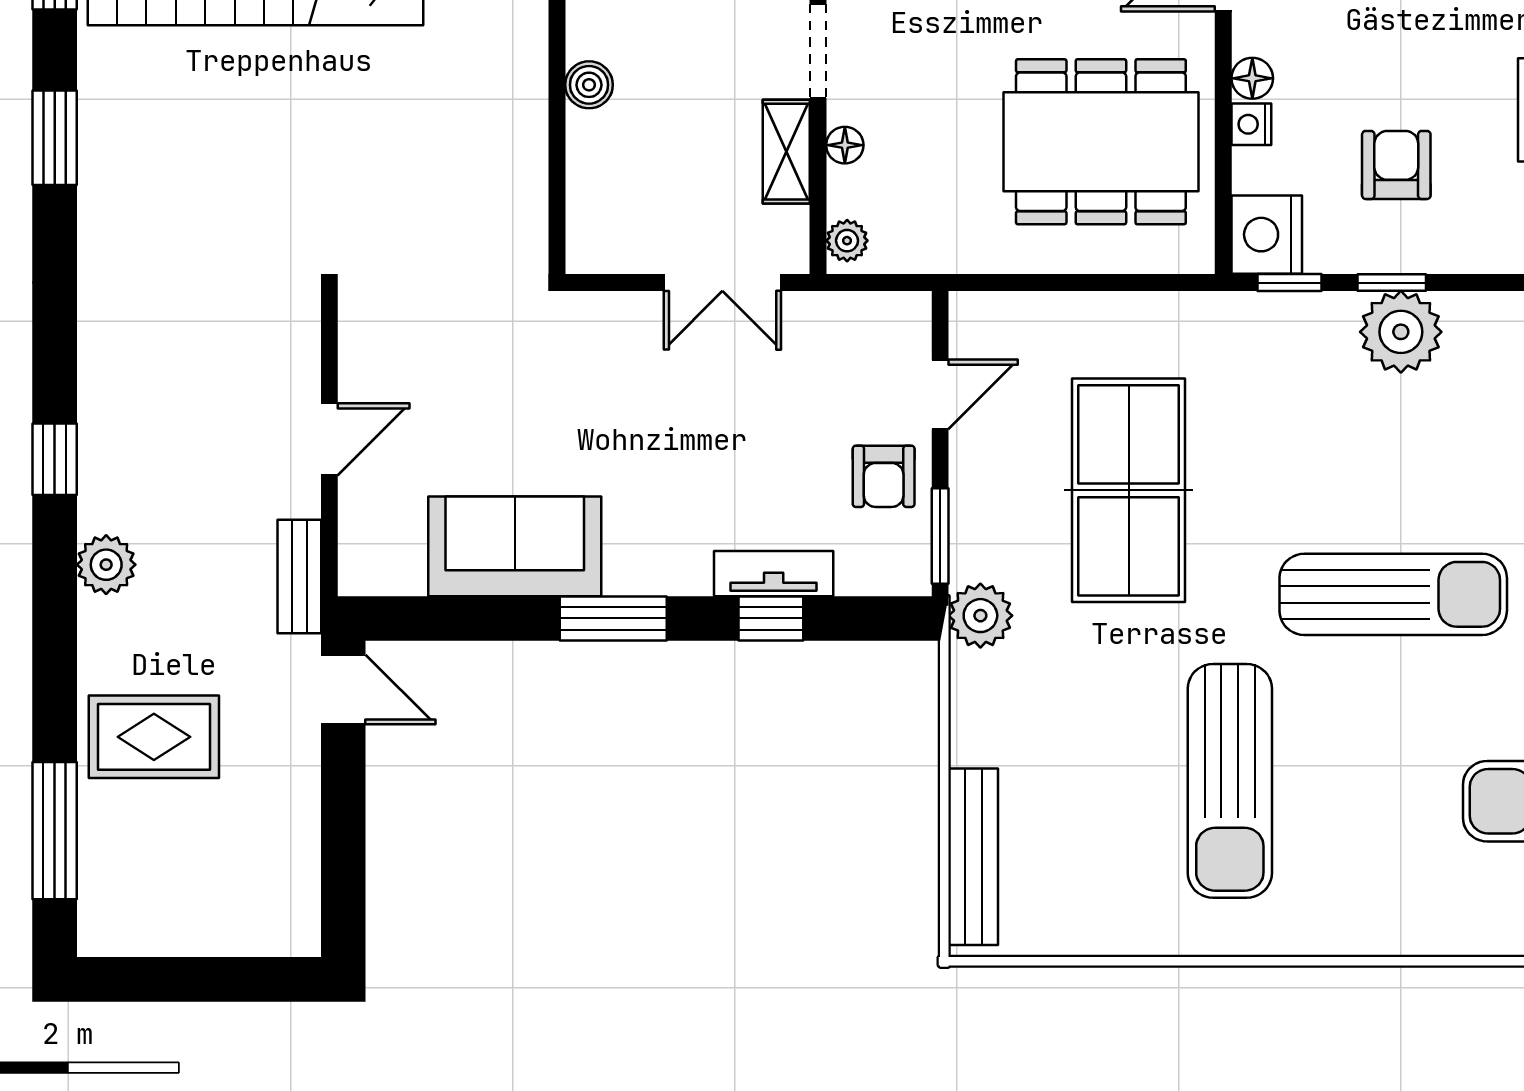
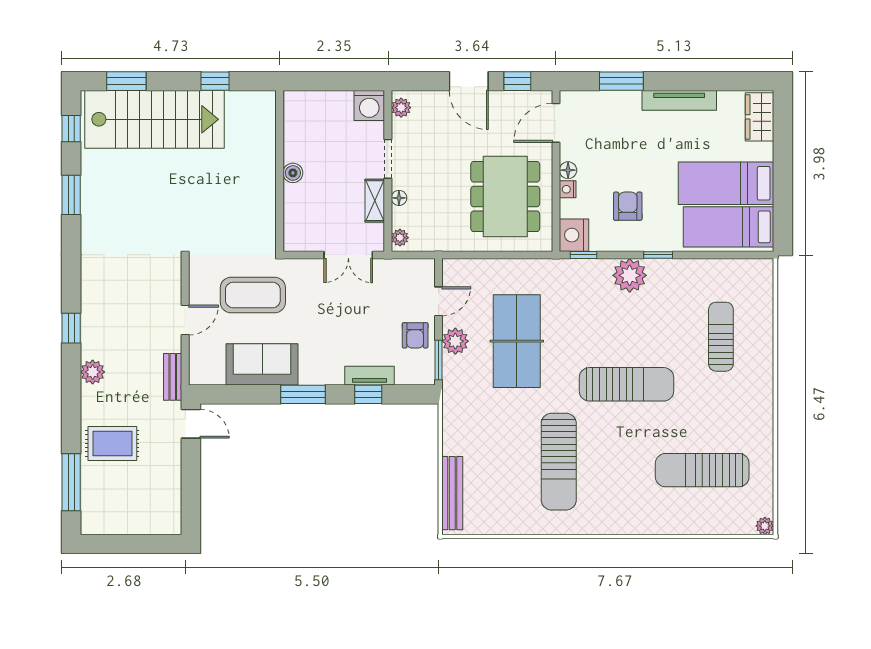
dining table: (1101, 142) -> (505, 197), turned 90
window: (1392, 283) -> (658, 255), moved
coffee table: (493, 379) -> (253, 295), added
plant: (980, 616) -> (455, 341), moved

